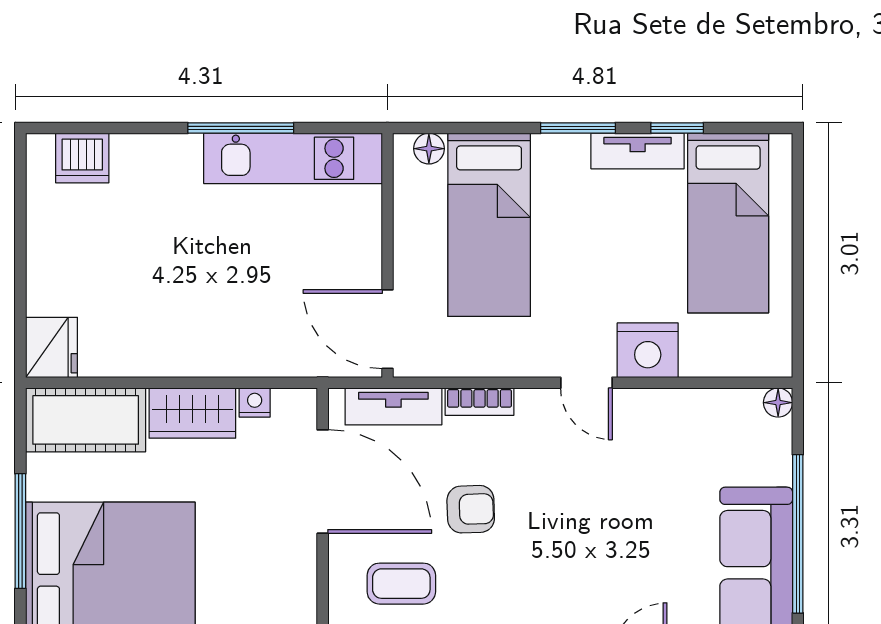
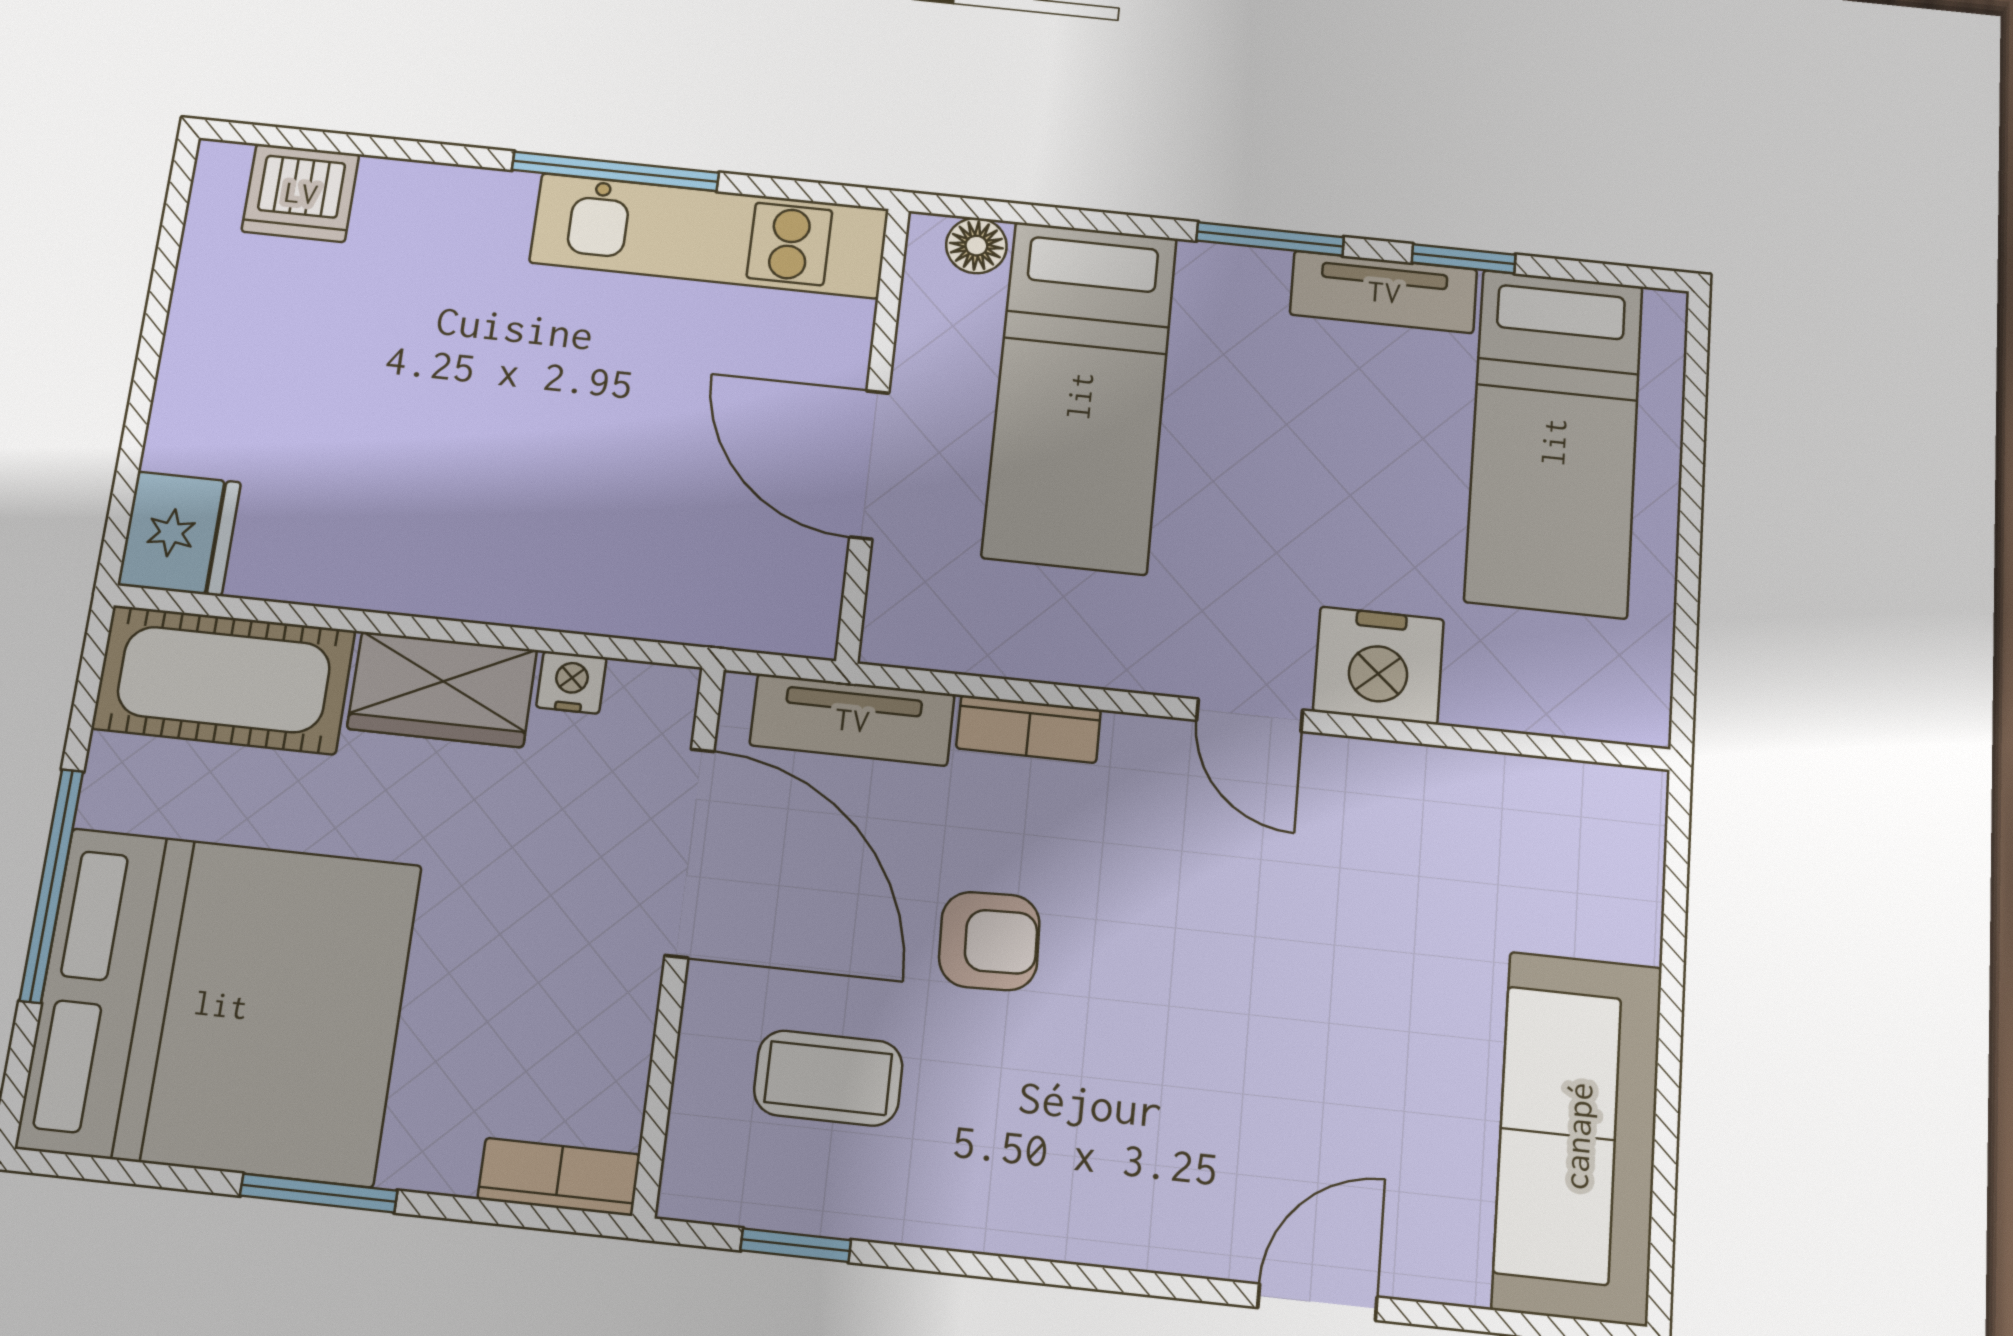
door: (387, 329) -> (869, 465), moved
floor lamp: (778, 403) -> (1639, 795), removed
window: (798, 534) -> (1669, 1065), removed

